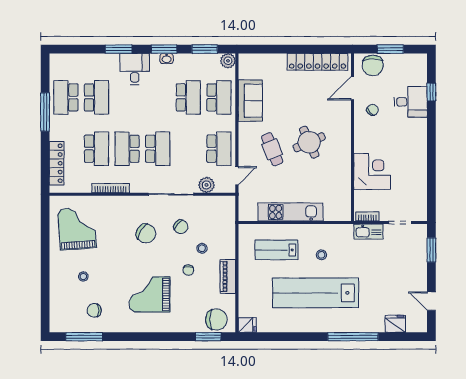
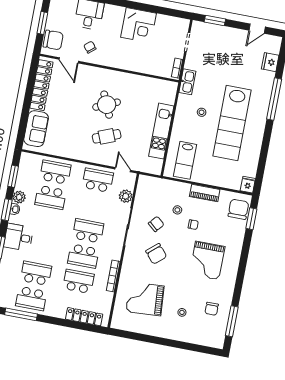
plant: (228, 61) -> (19, 197), moved
school desk: (188, 97) -> (51, 197), turned 180
sofa: (250, 101) -> (36, 129), moved, turned 90
window: (45, 112) -> (21, 314), moved
corner desk: (372, 172) -> (139, 25), moved, turned 180
grand piano: (77, 228) -> (145, 299), moved
kitchen sink: (368, 232) -> (187, 82), moved
chair: (146, 233) -> (156, 254), turned 108
lab bench: (276, 250) -> (185, 160), moved

